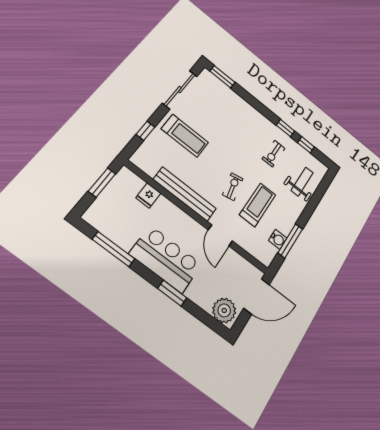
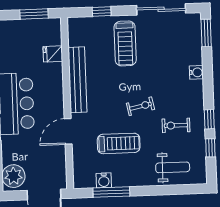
water cooler: (246, 107) -> (196, 72), added
exercise bike: (233, 187) -> (140, 106), moved

